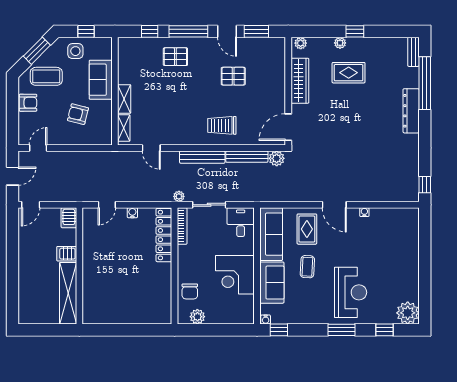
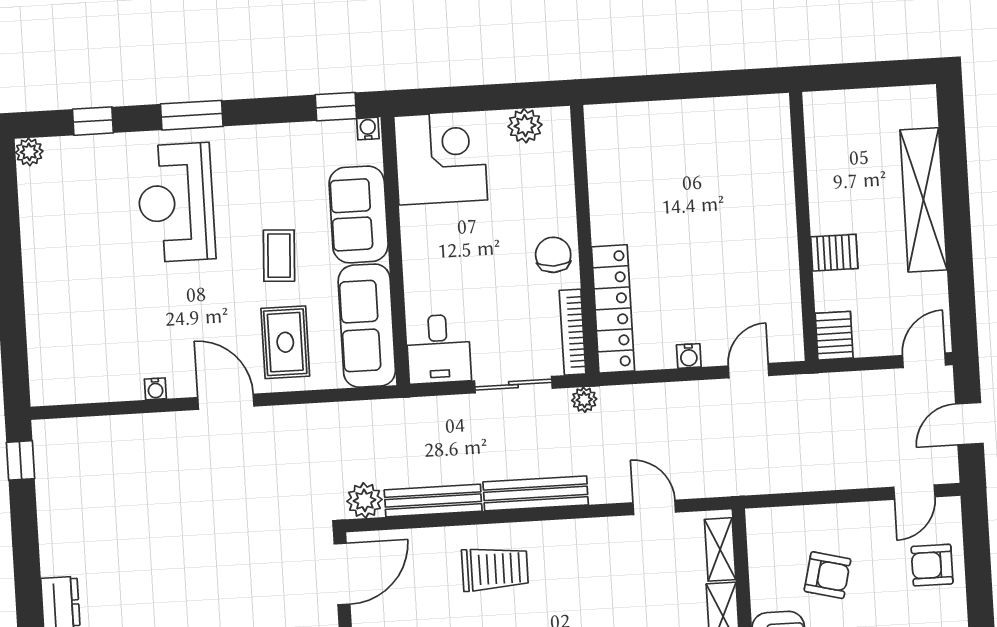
armchair: (28, 103) -> (932, 565), moved
corner desk: (235, 275) -> (441, 158), moved
chair: (190, 291) -> (553, 255), moved
shelving: (68, 293) -> (923, 200), moved
plant: (408, 313) -> (29, 152), width x0.53, depth x0.53

